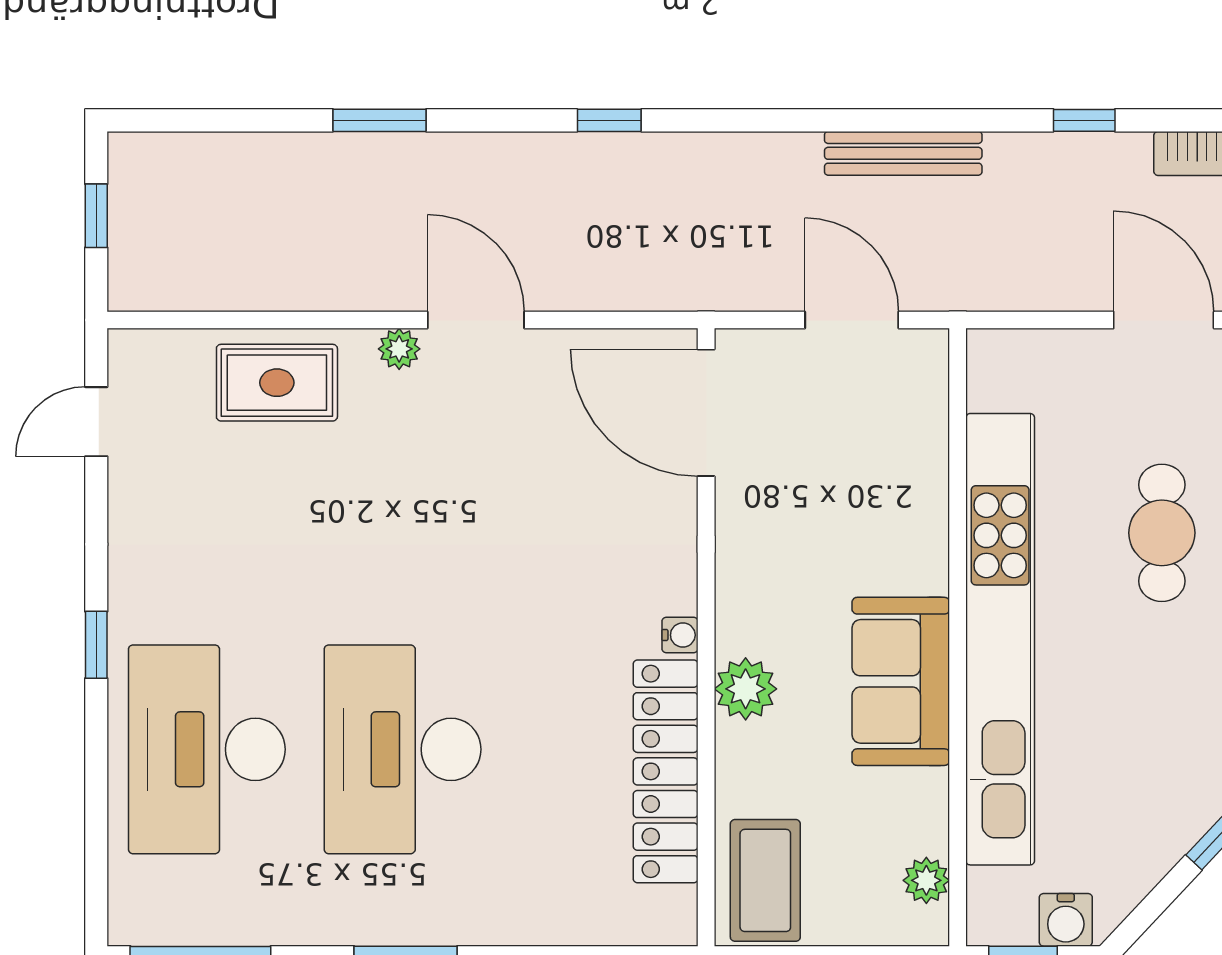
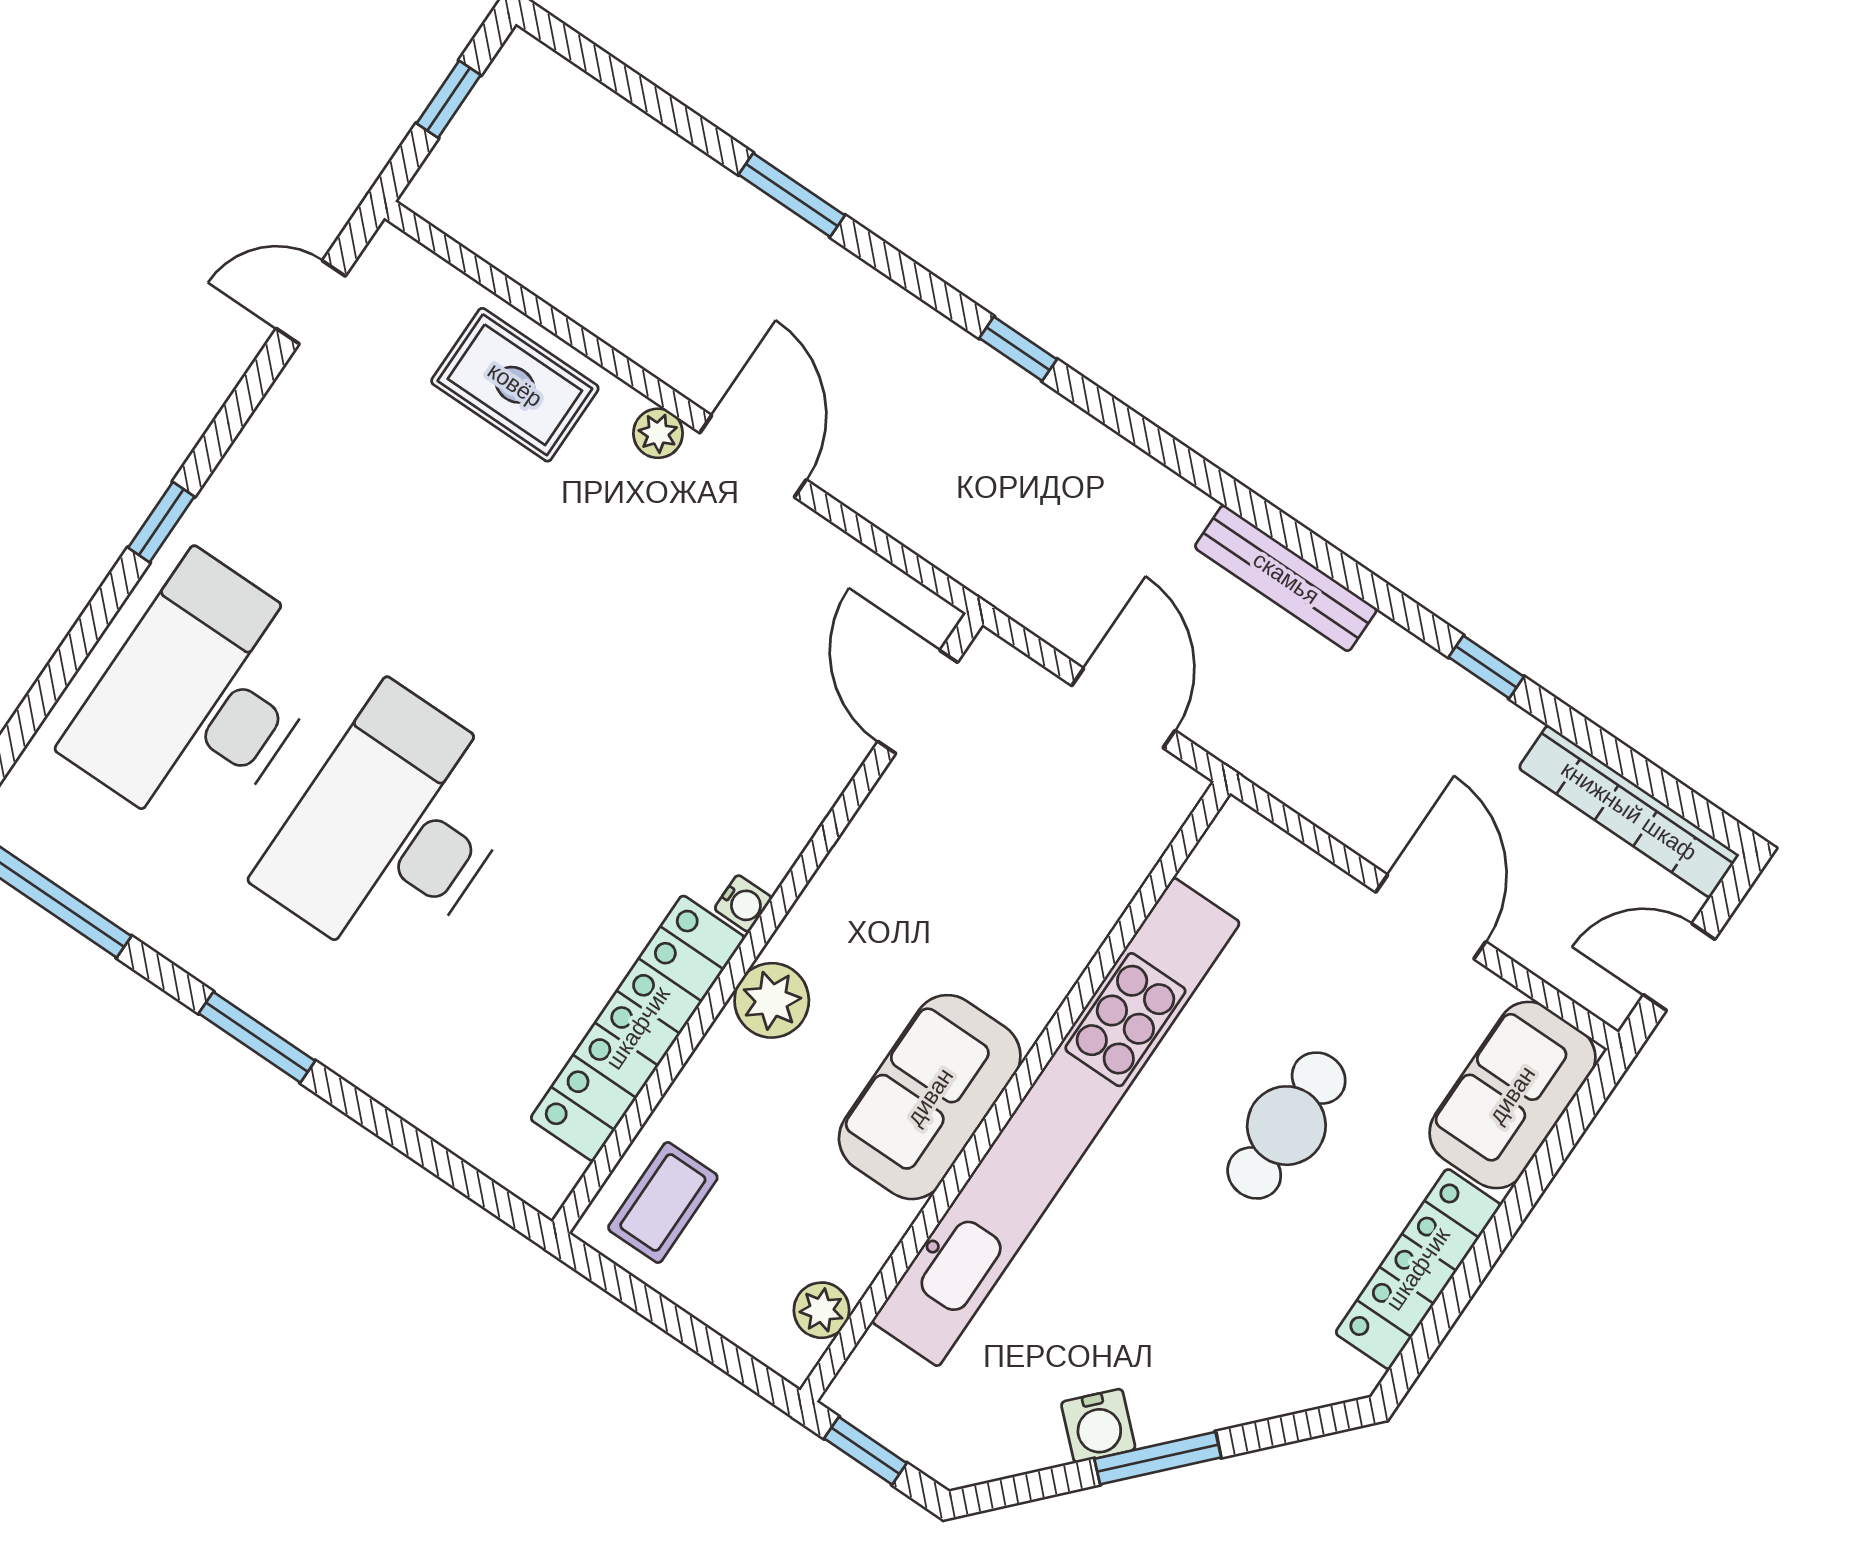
door: (706, 413) -> (918, 702), width x0.73
coffee table: (765, 880) -> (663, 1202), width x0.73, depth x0.77
water cooler: (1066, 920) -> (1098, 1426), moved, turned -47

